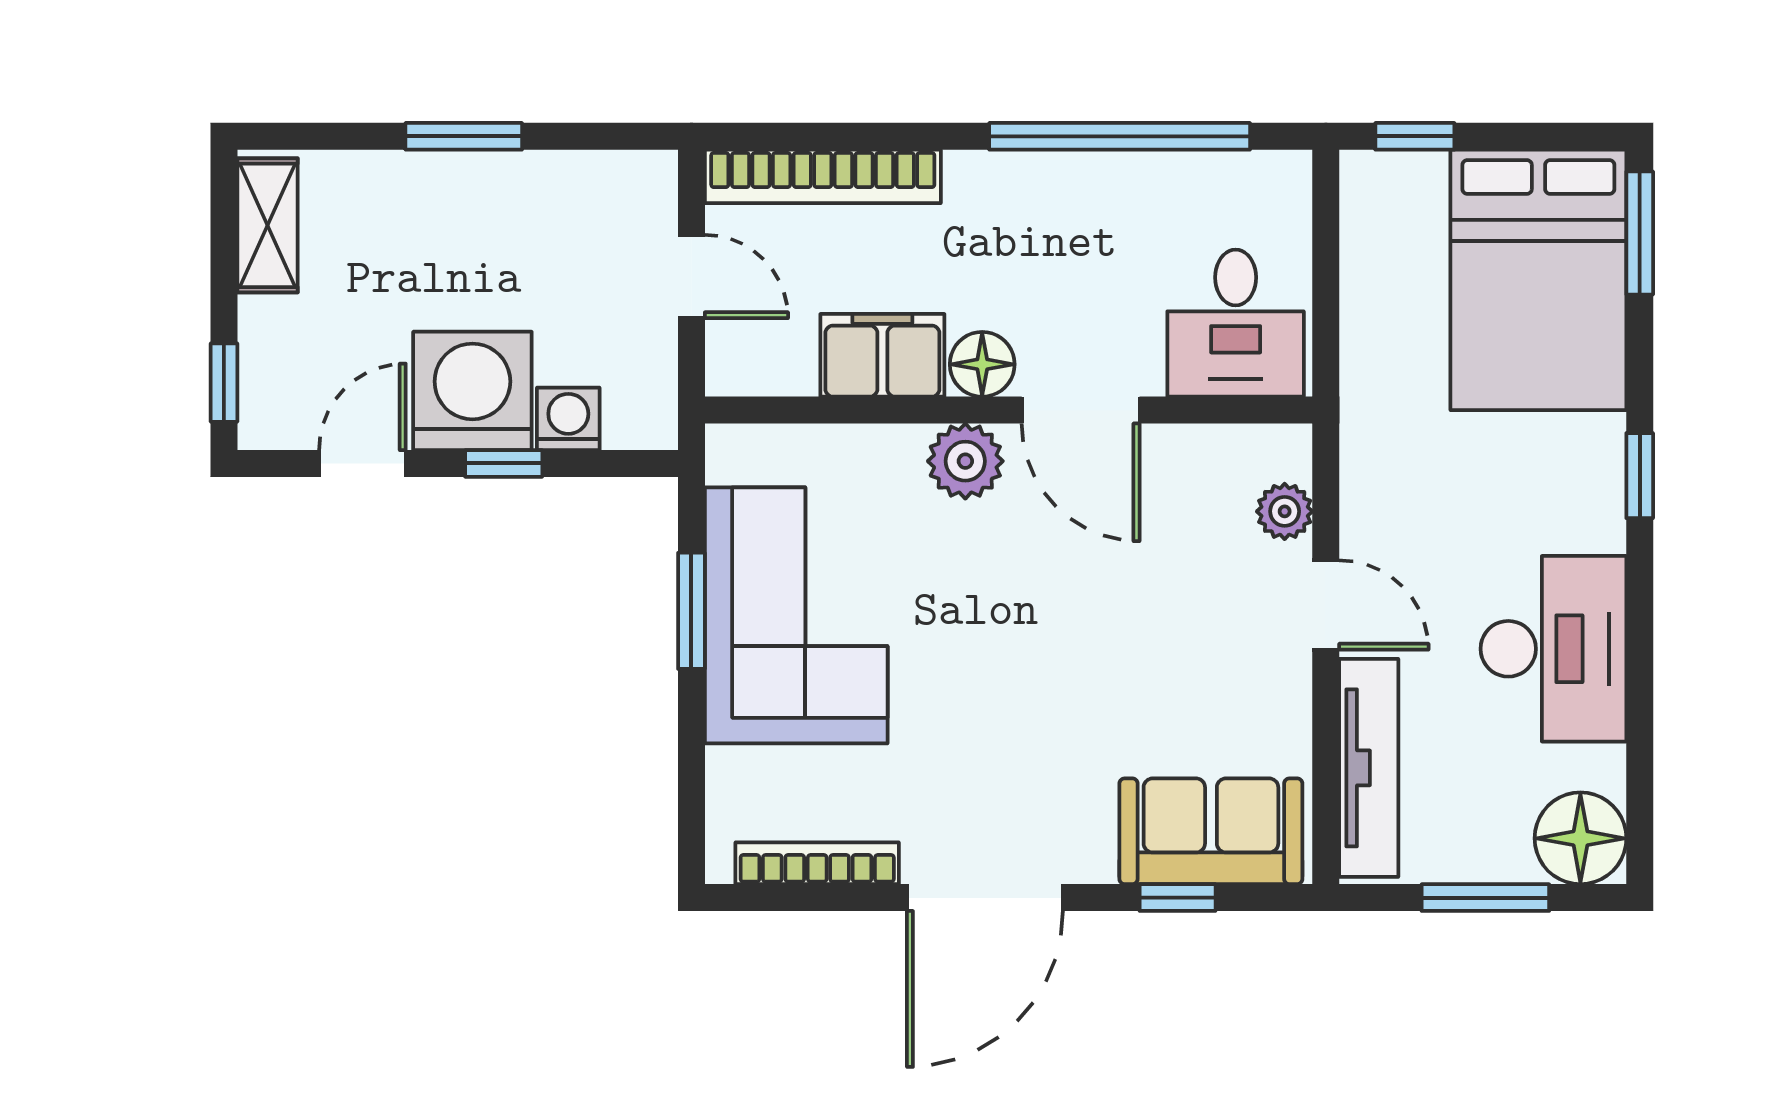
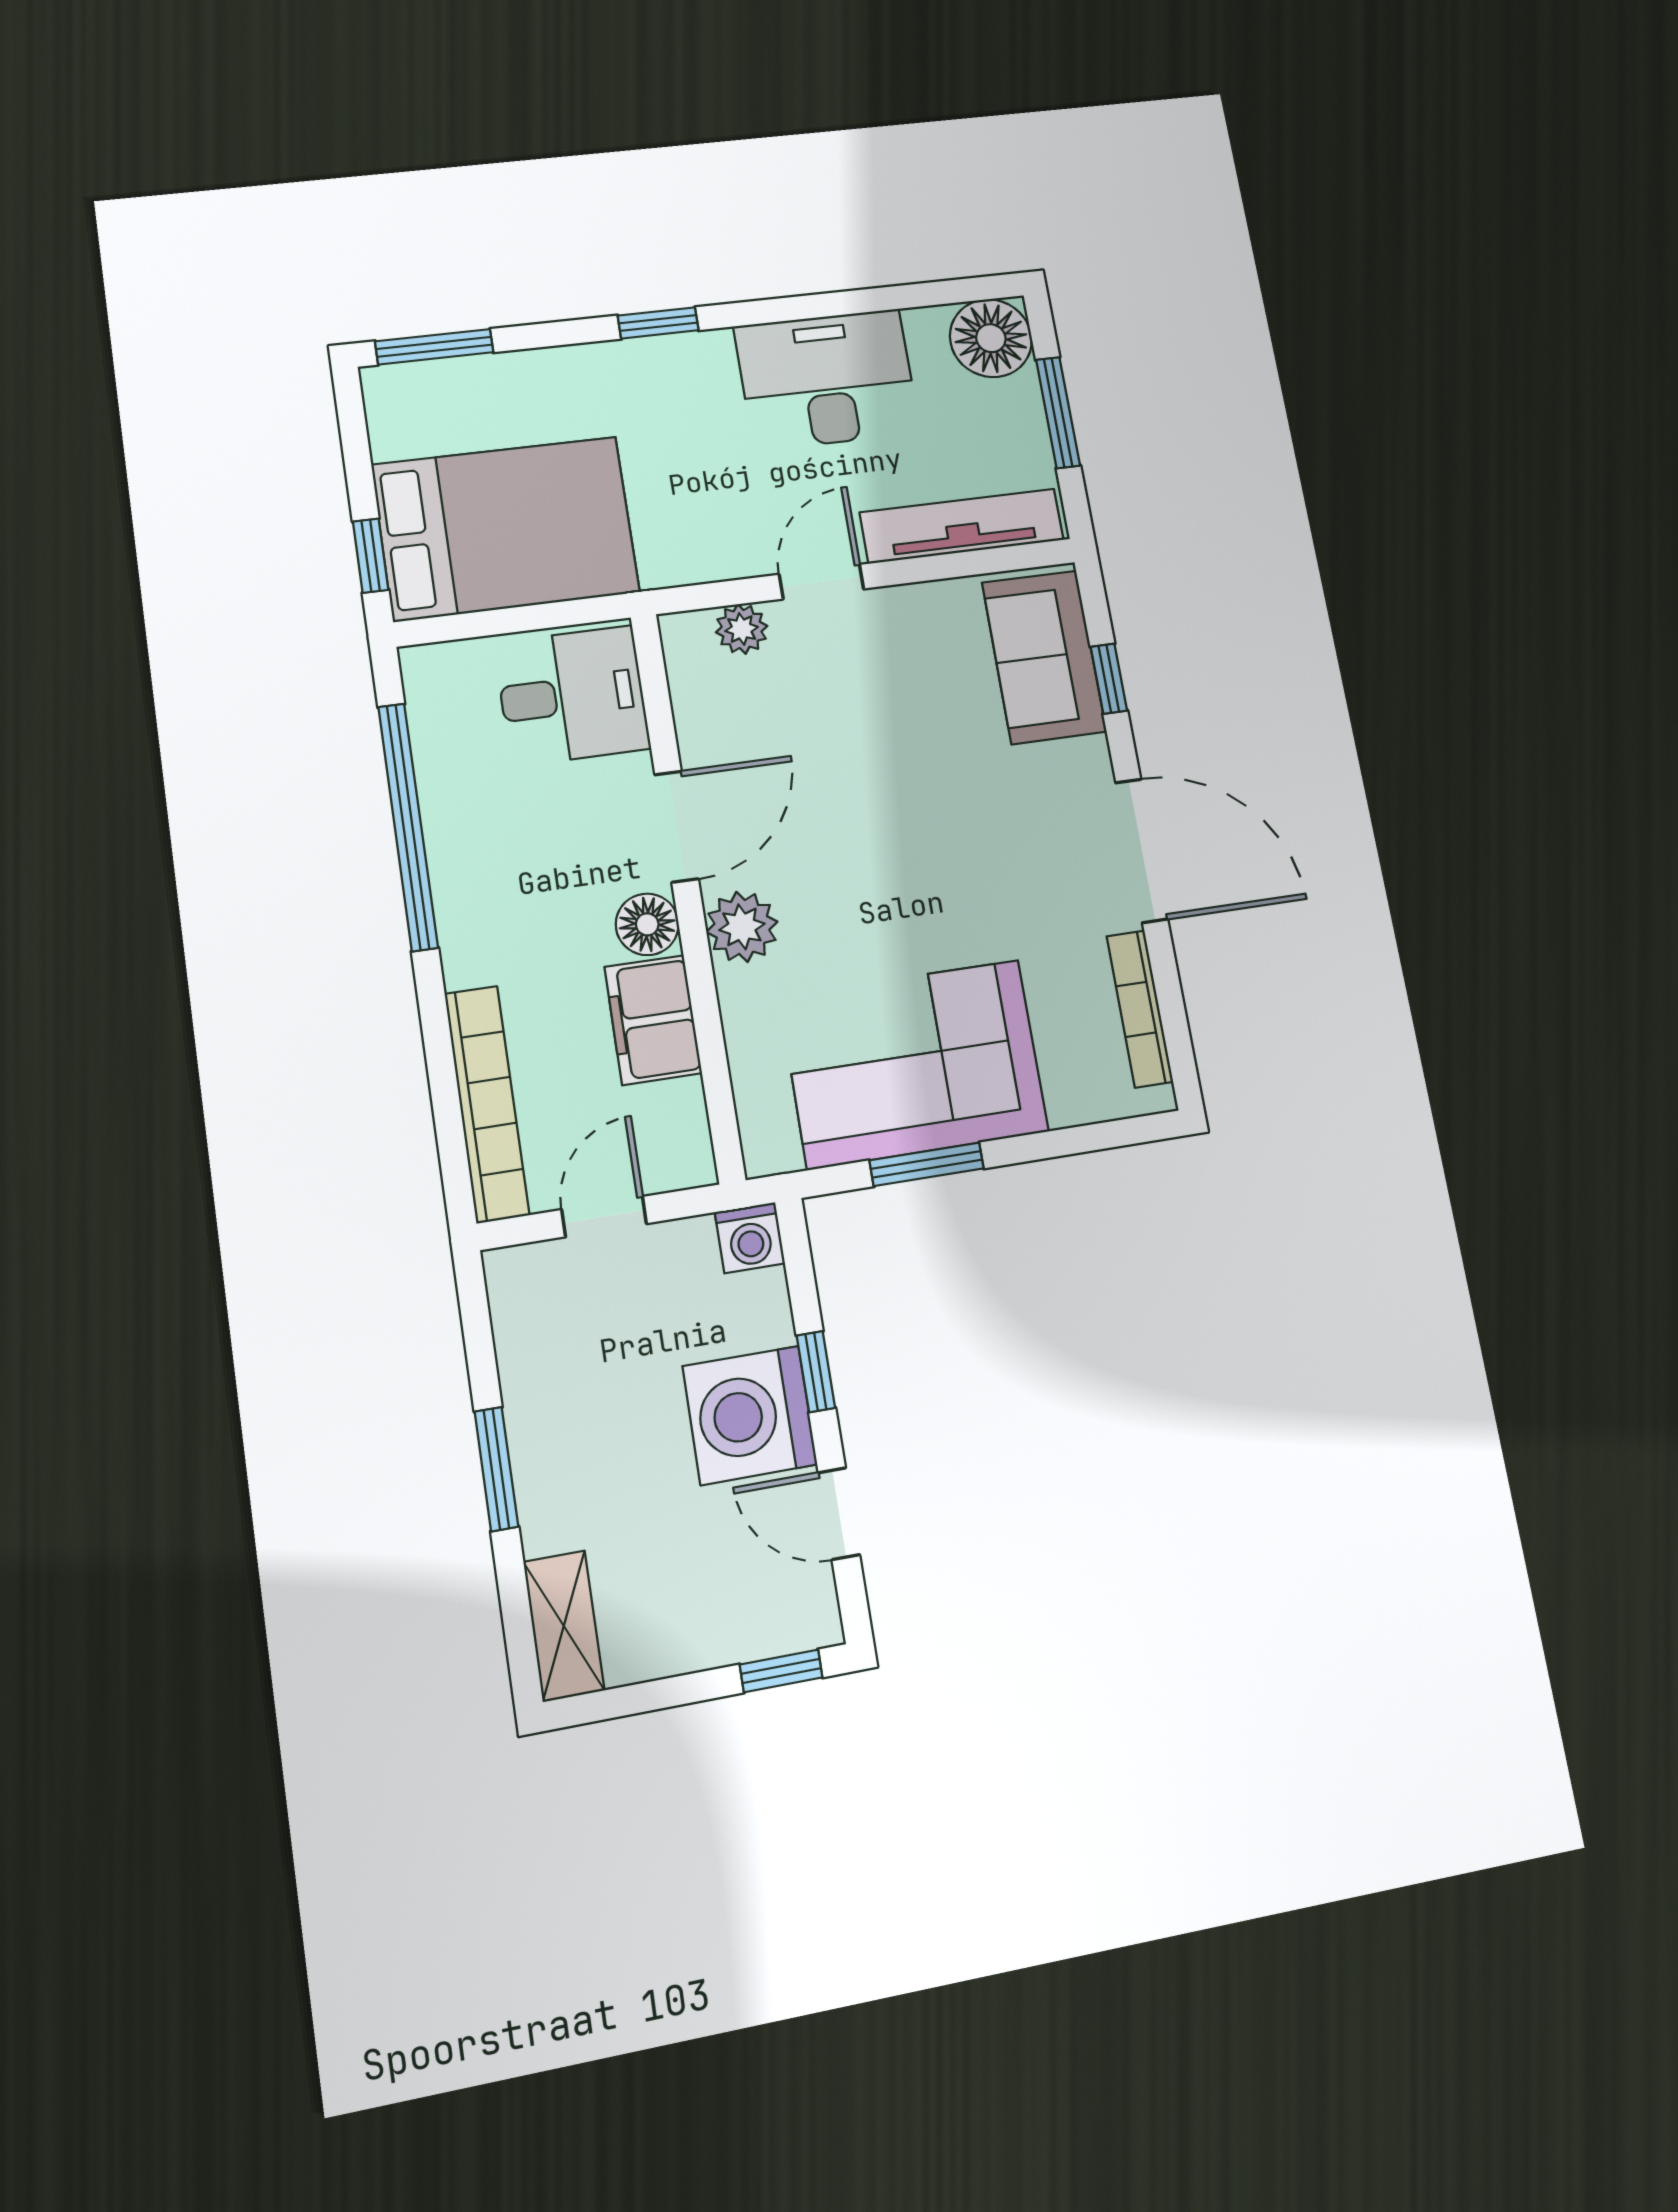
shelving: (268, 225) -> (564, 1626), moved, turned 90
bed: (1538, 280) -> (506, 528), moved
washing machine: (568, 419) -> (750, 1238), moved, turned -90

